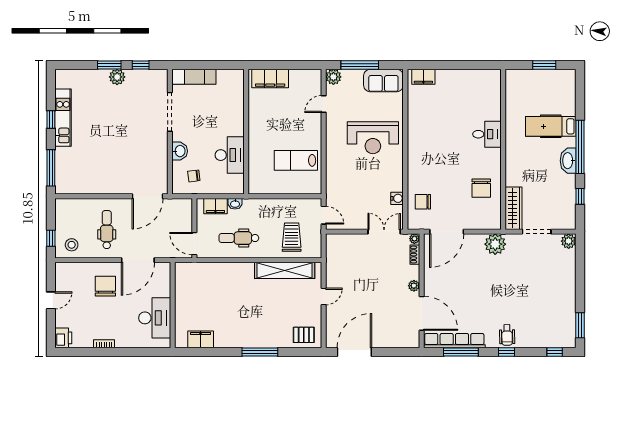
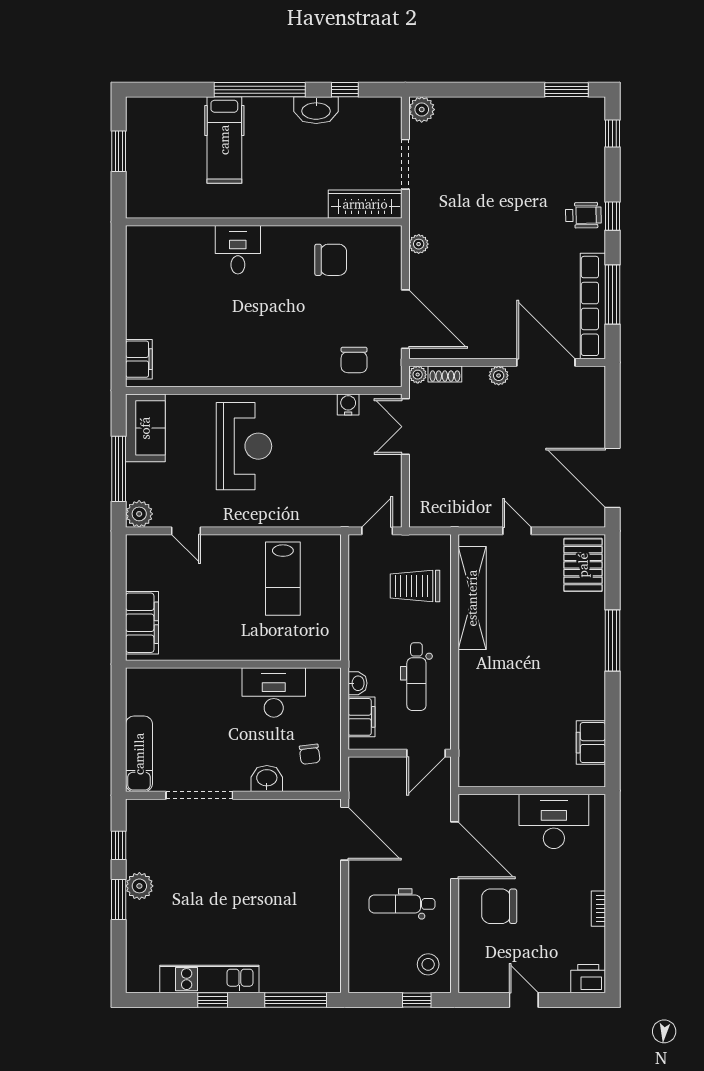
washbasin: (568, 161) -> (316, 110), moved
plant: (495, 244) -> (419, 244), width x0.53, depth x0.53
door: (422, 313) -> (546, 362), hinge flipped
pallet: (304, 335) -> (583, 565), width x1.50, depth x1.42

